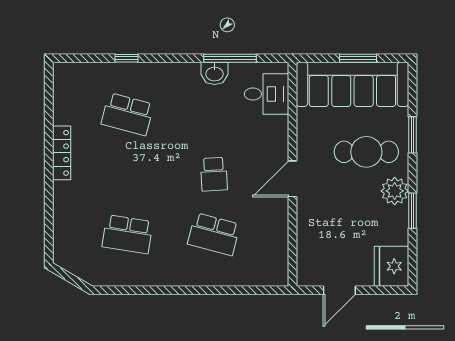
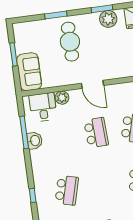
sofa: (352, 84) -> (29, 72), width x0.54, depth x0.79
plant: (278, 127) -> (62, 98), added
school desk: (214, 174) -> (96, 133), width x1.85
plant: (395, 191) -> (108, 19), moved

